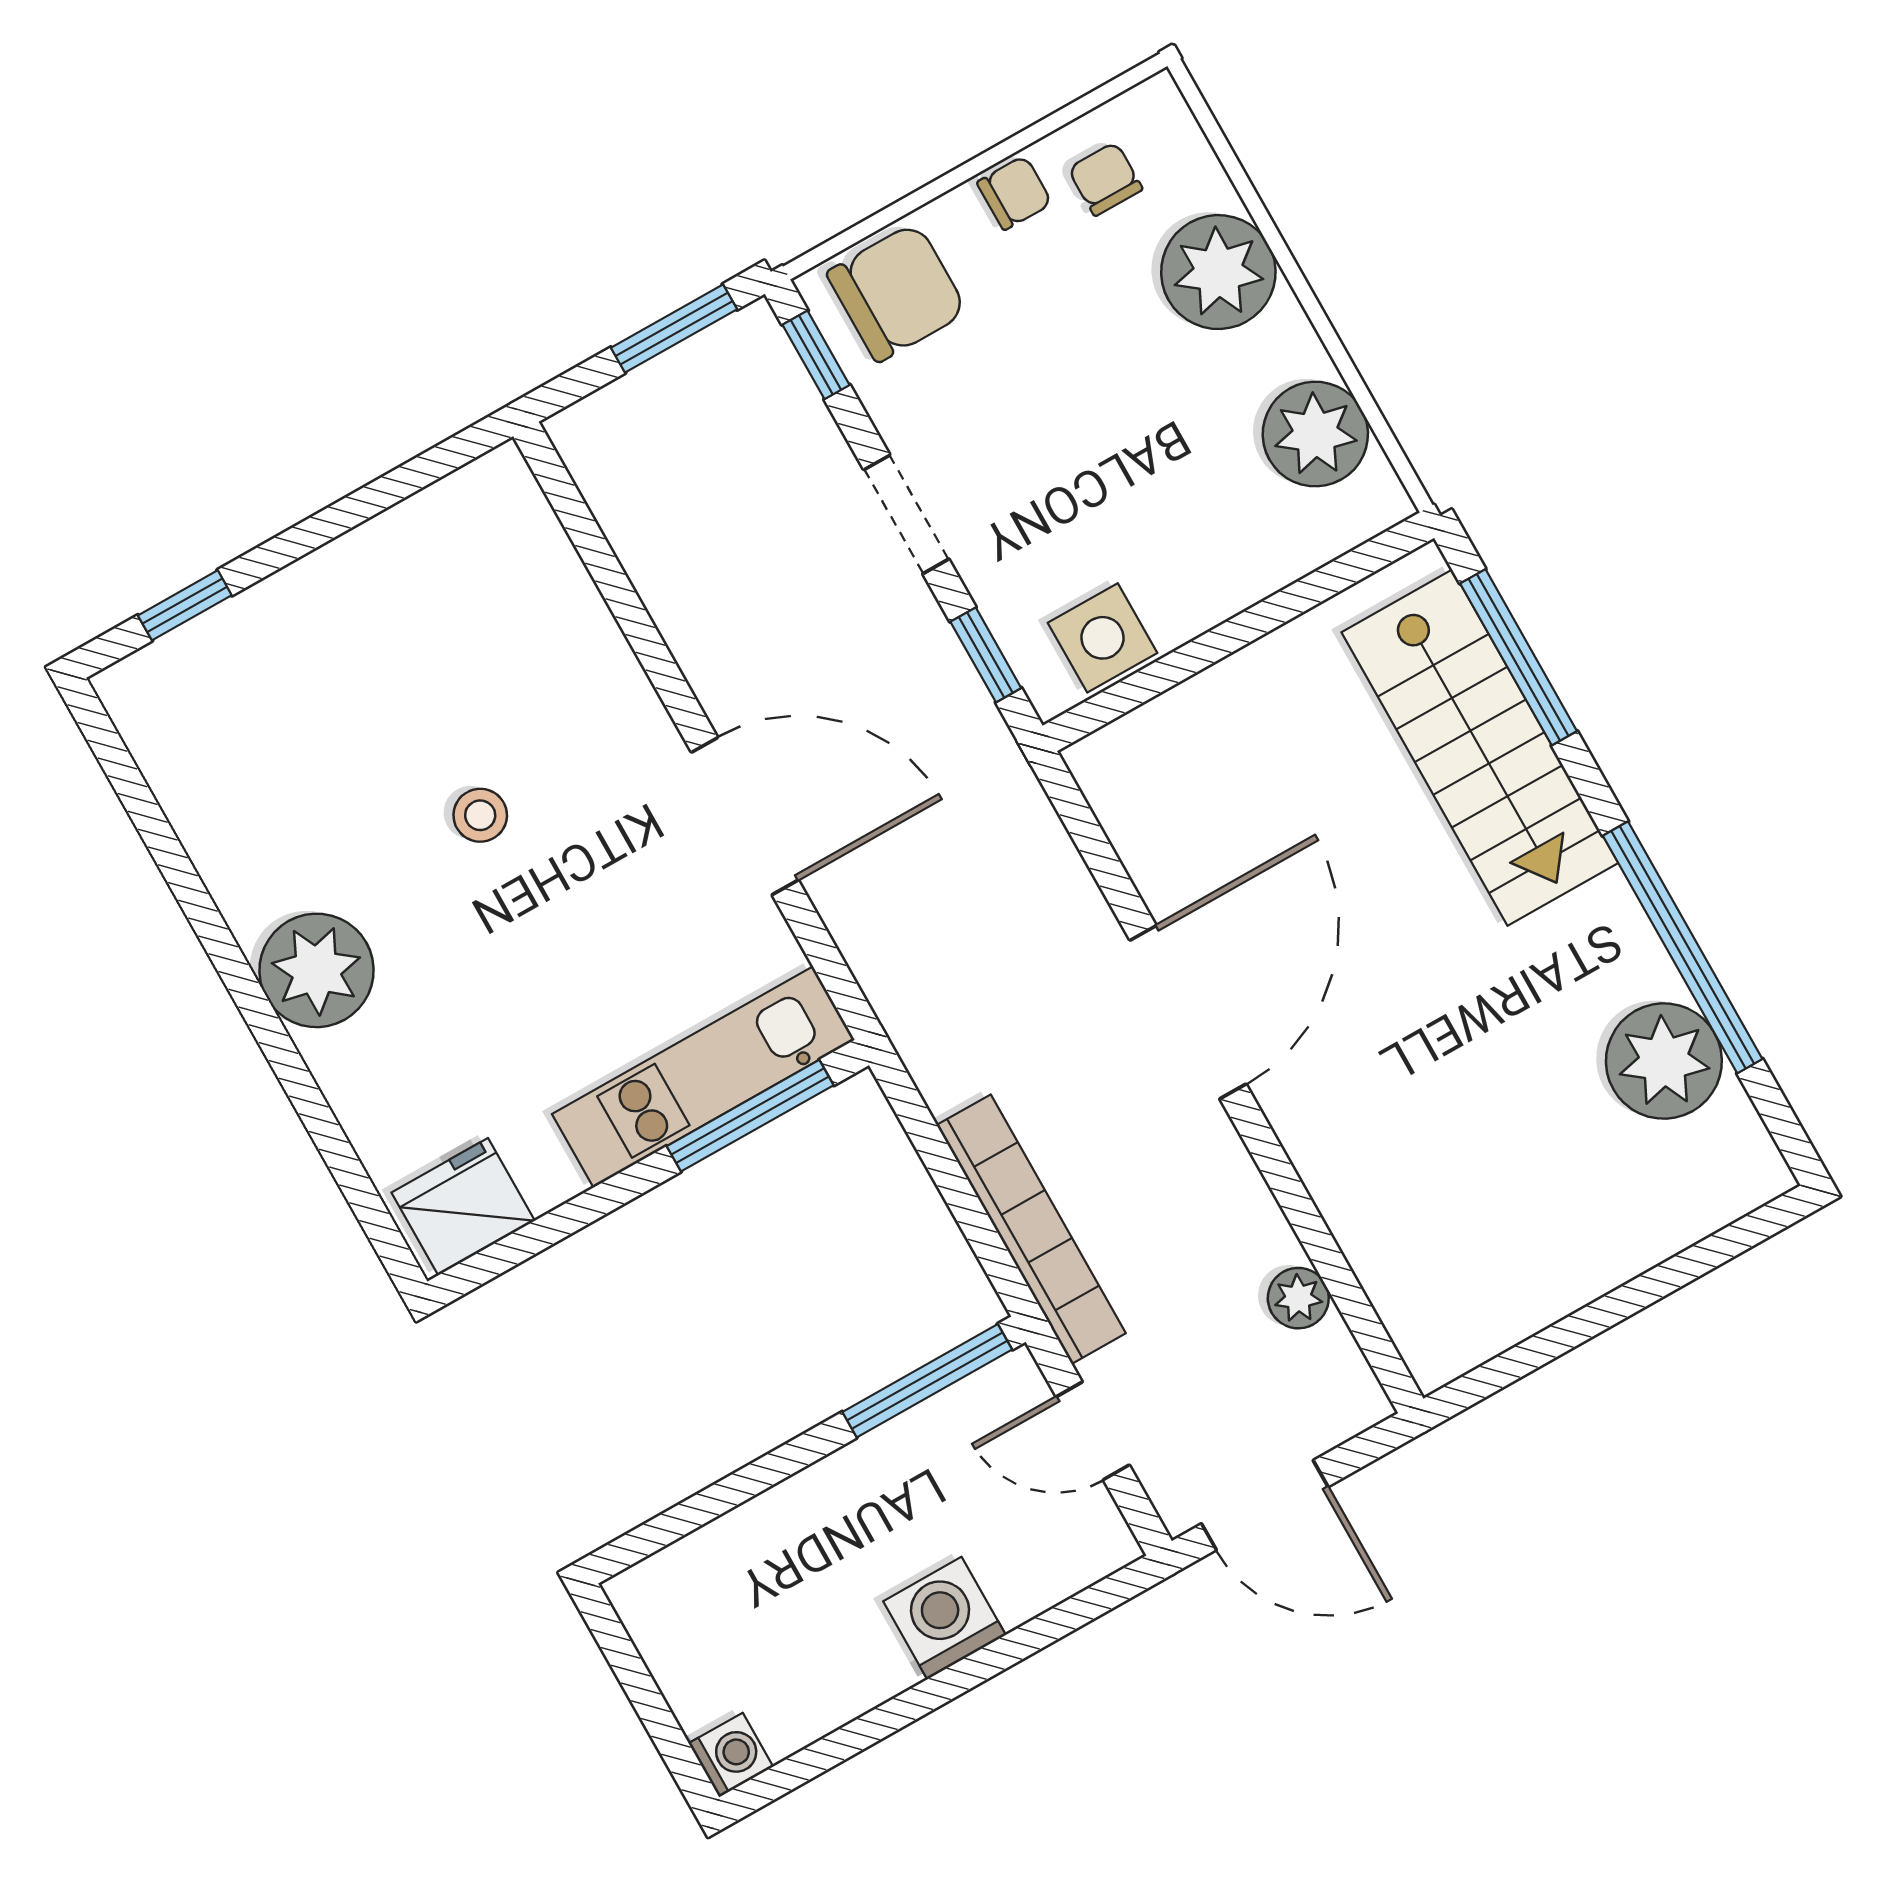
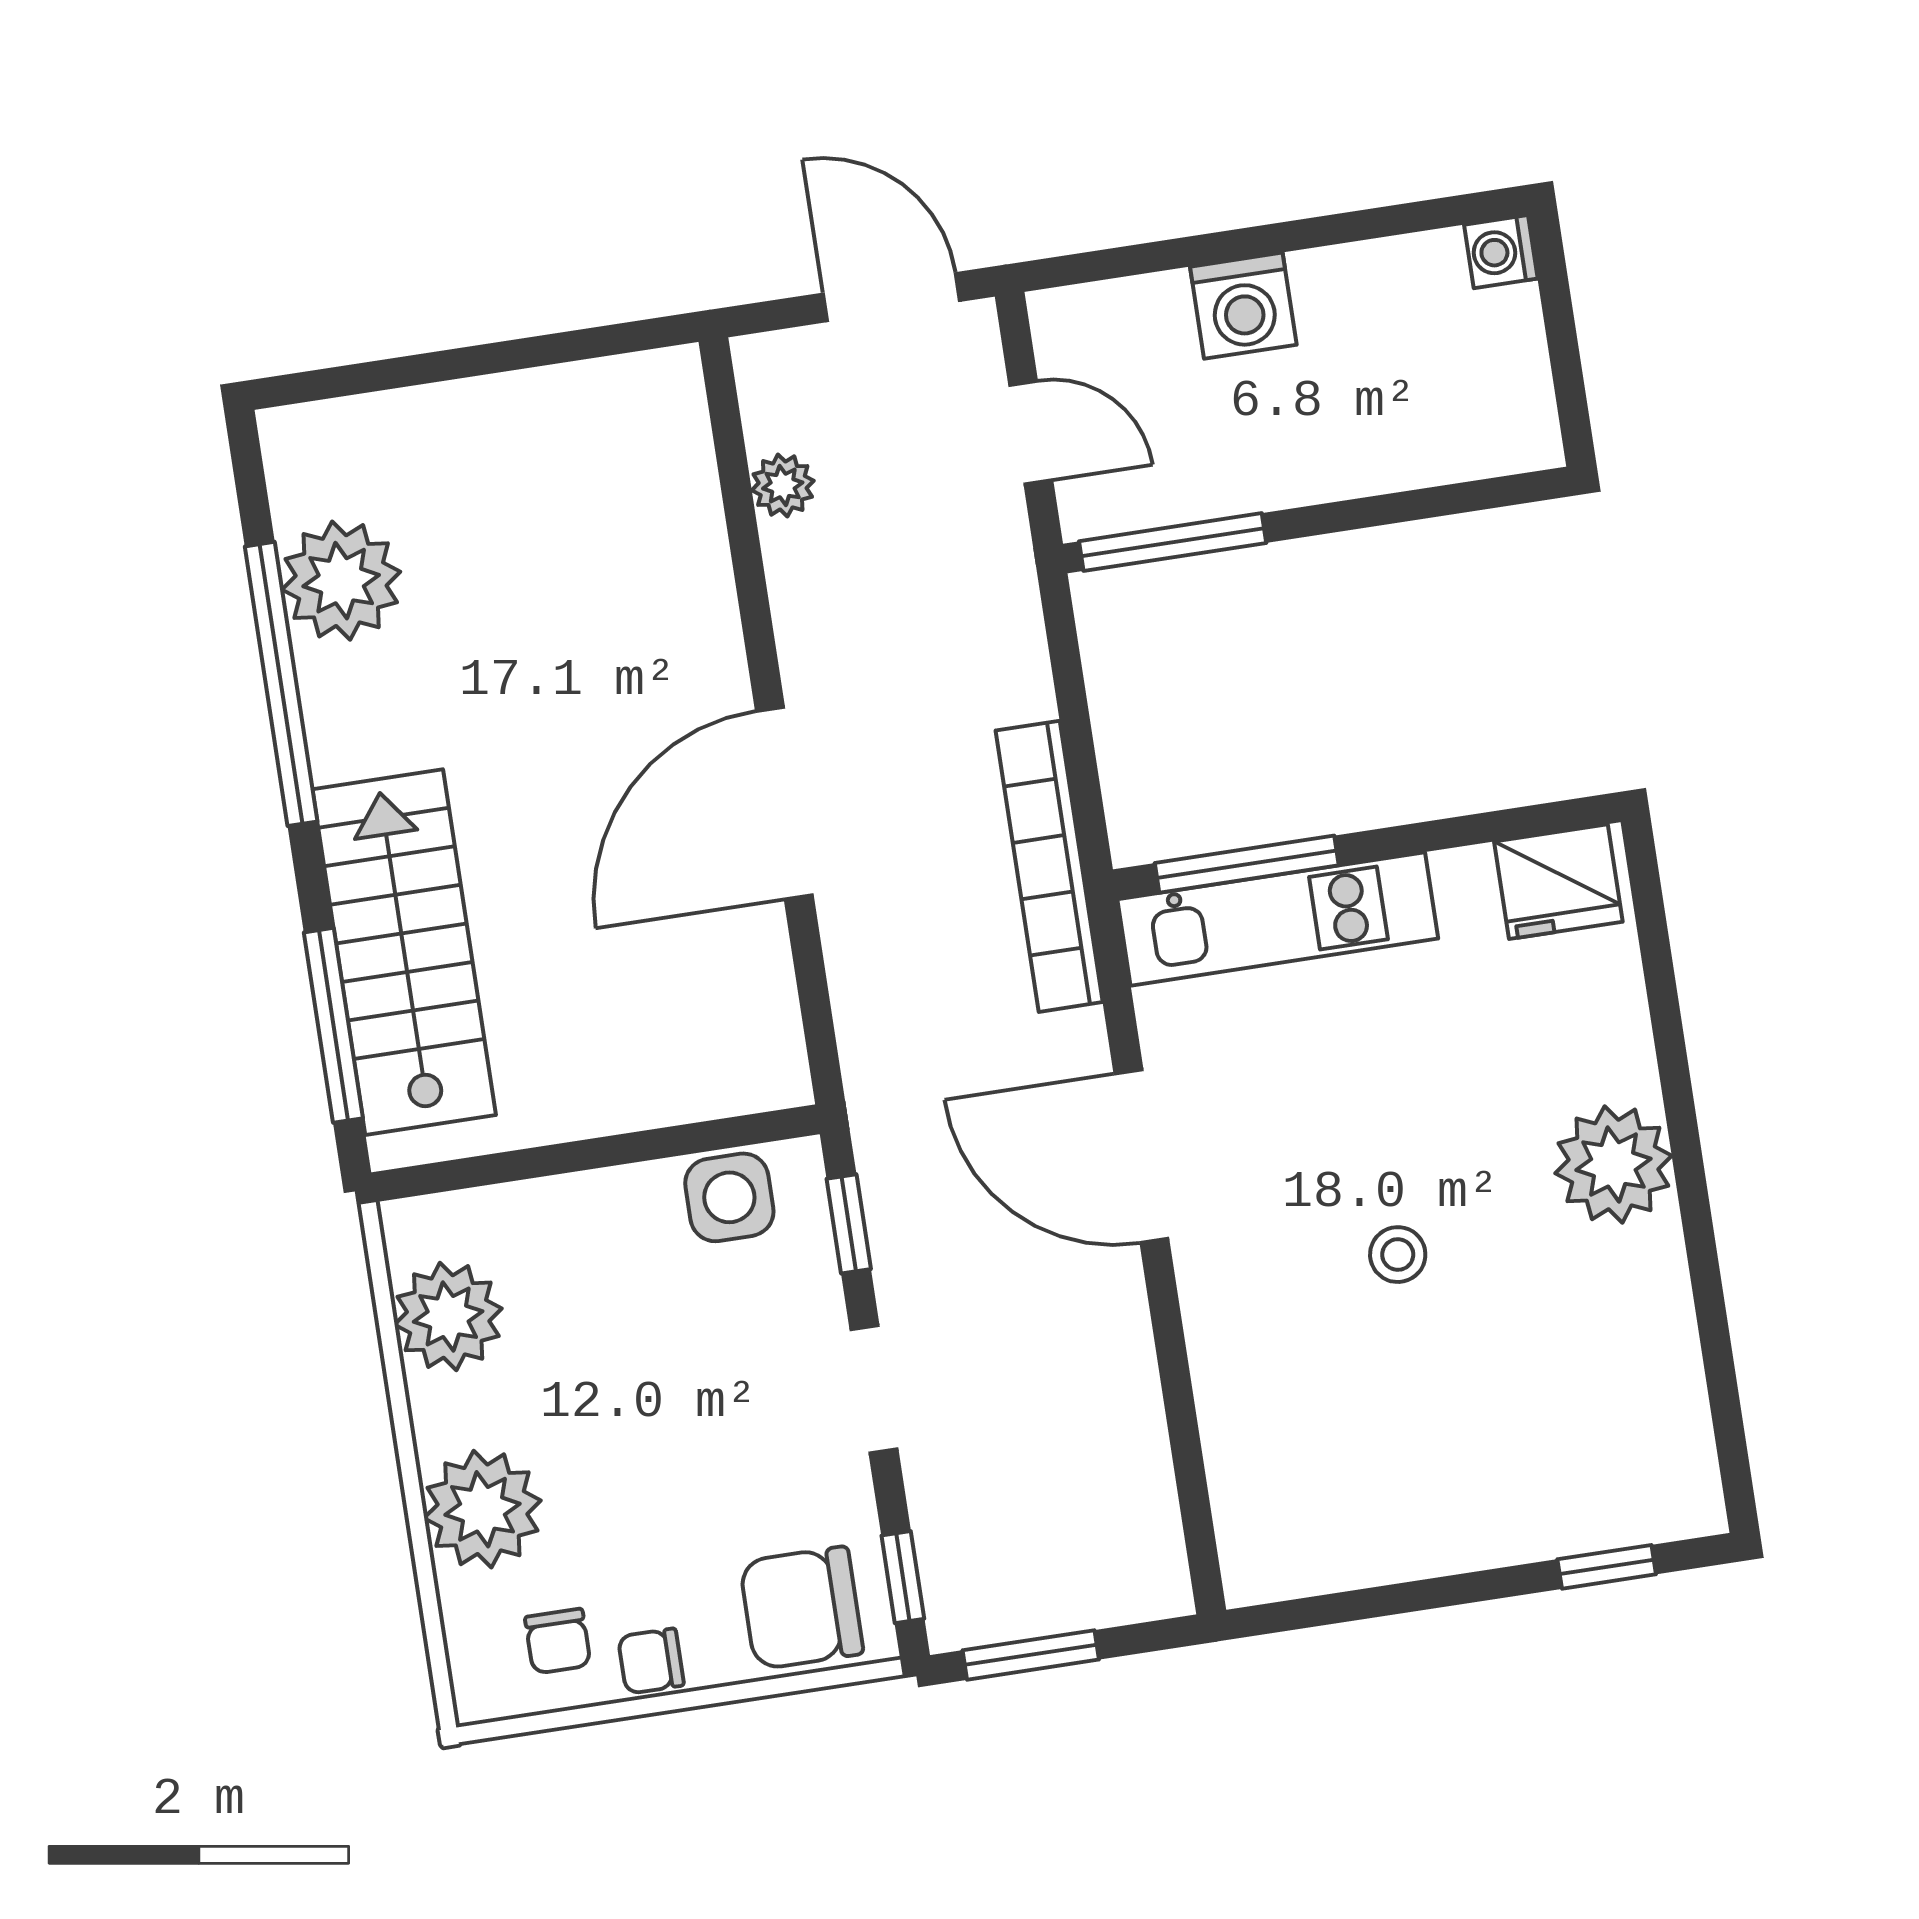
bookcase: (1031, 1229) -> (1049, 866), moved

